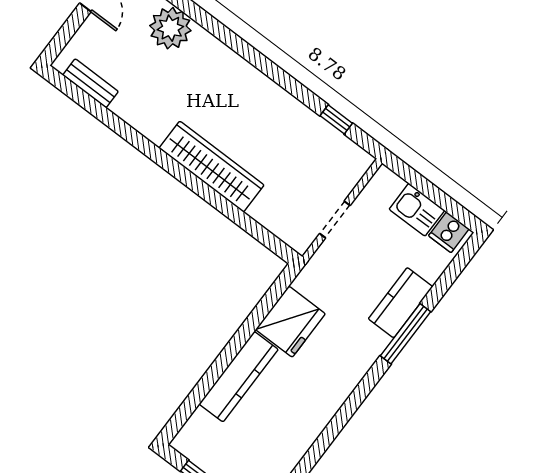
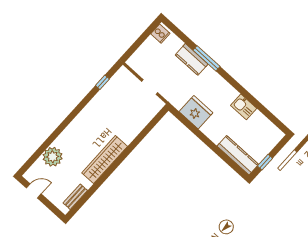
wardrobe: (211, 167) -> (105, 160), moved
kitchen sink: (417, 210) -> (244, 107), moved, turned 90
kitchen counter: (239, 377) -> (238, 155), moved

